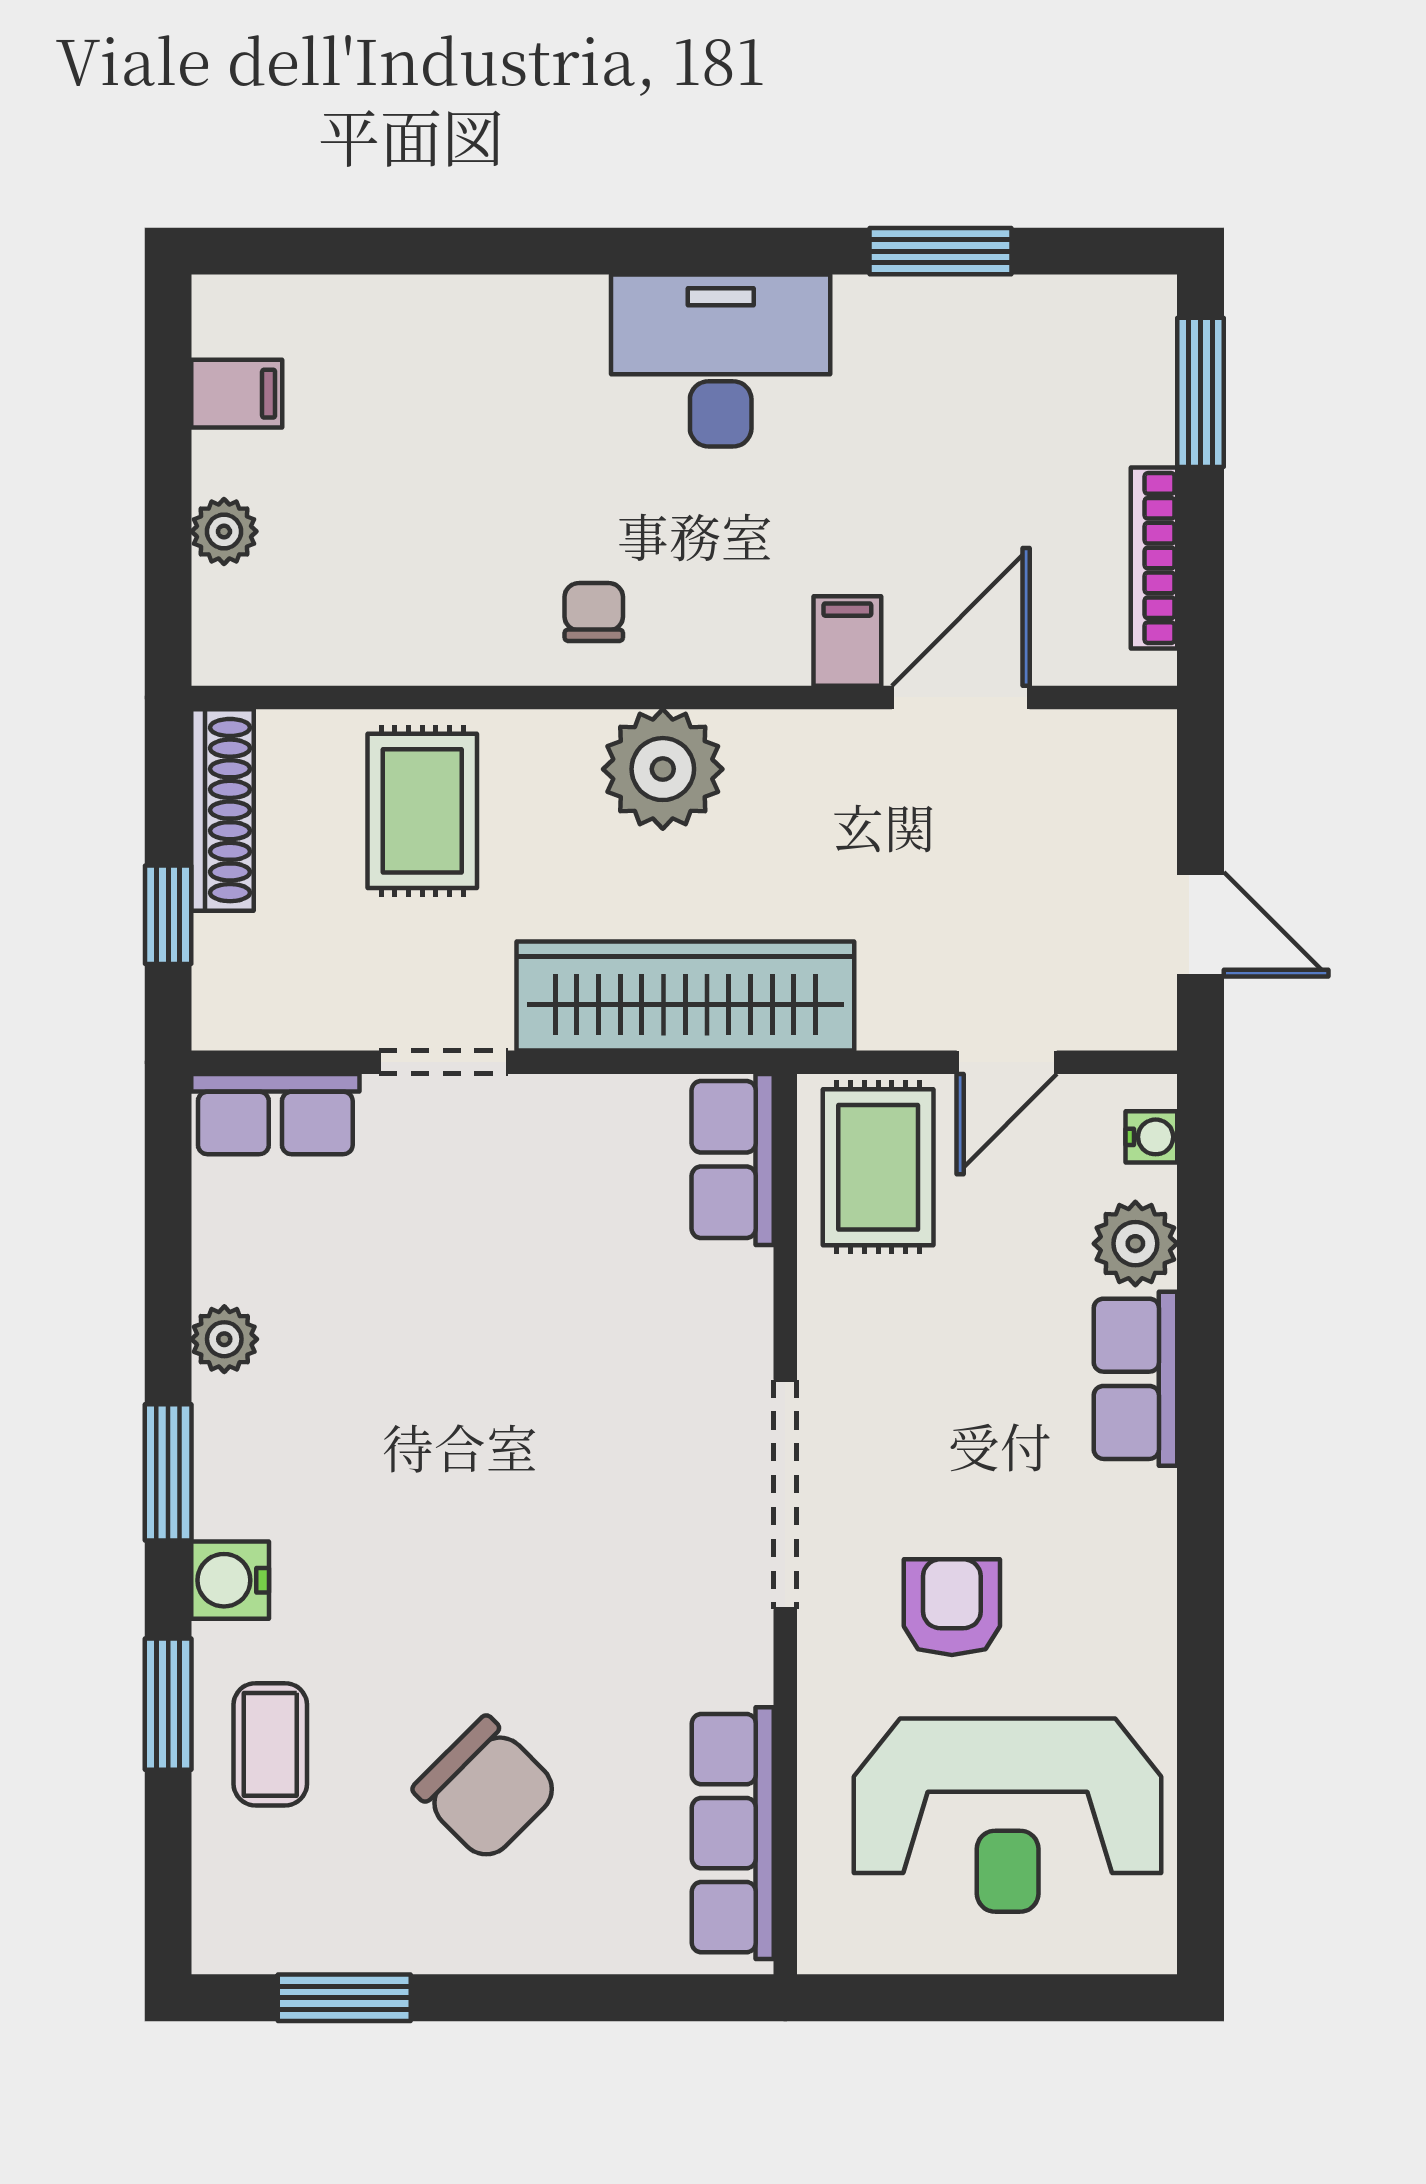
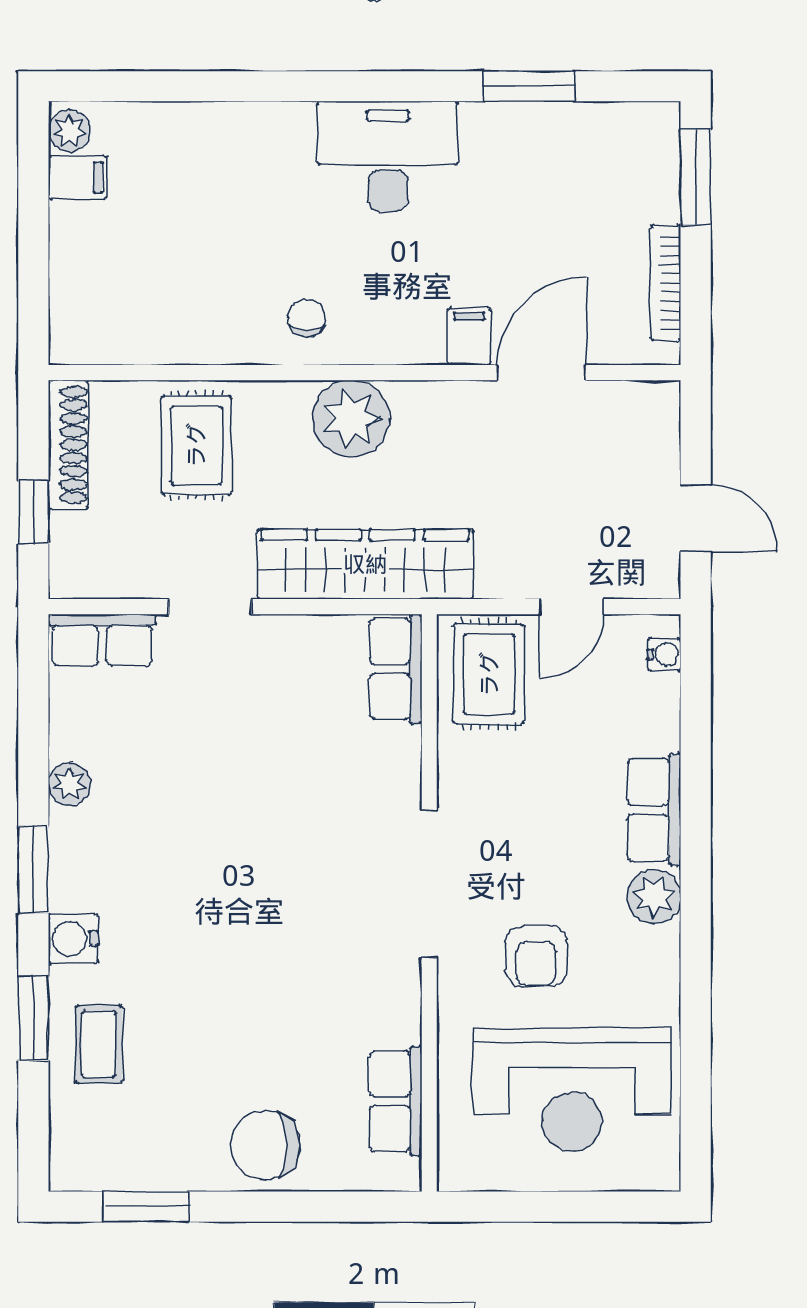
plant: (224, 531) -> (69, 131), moved
plant: (1135, 1244) -> (654, 896), moved
armchair: (952, 1607) -> (536, 956), turned 180
chair: (486, 1789) -> (265, 1145), moved, turned 135
row of seats: (733, 1833) -> (396, 1101), width x0.68

